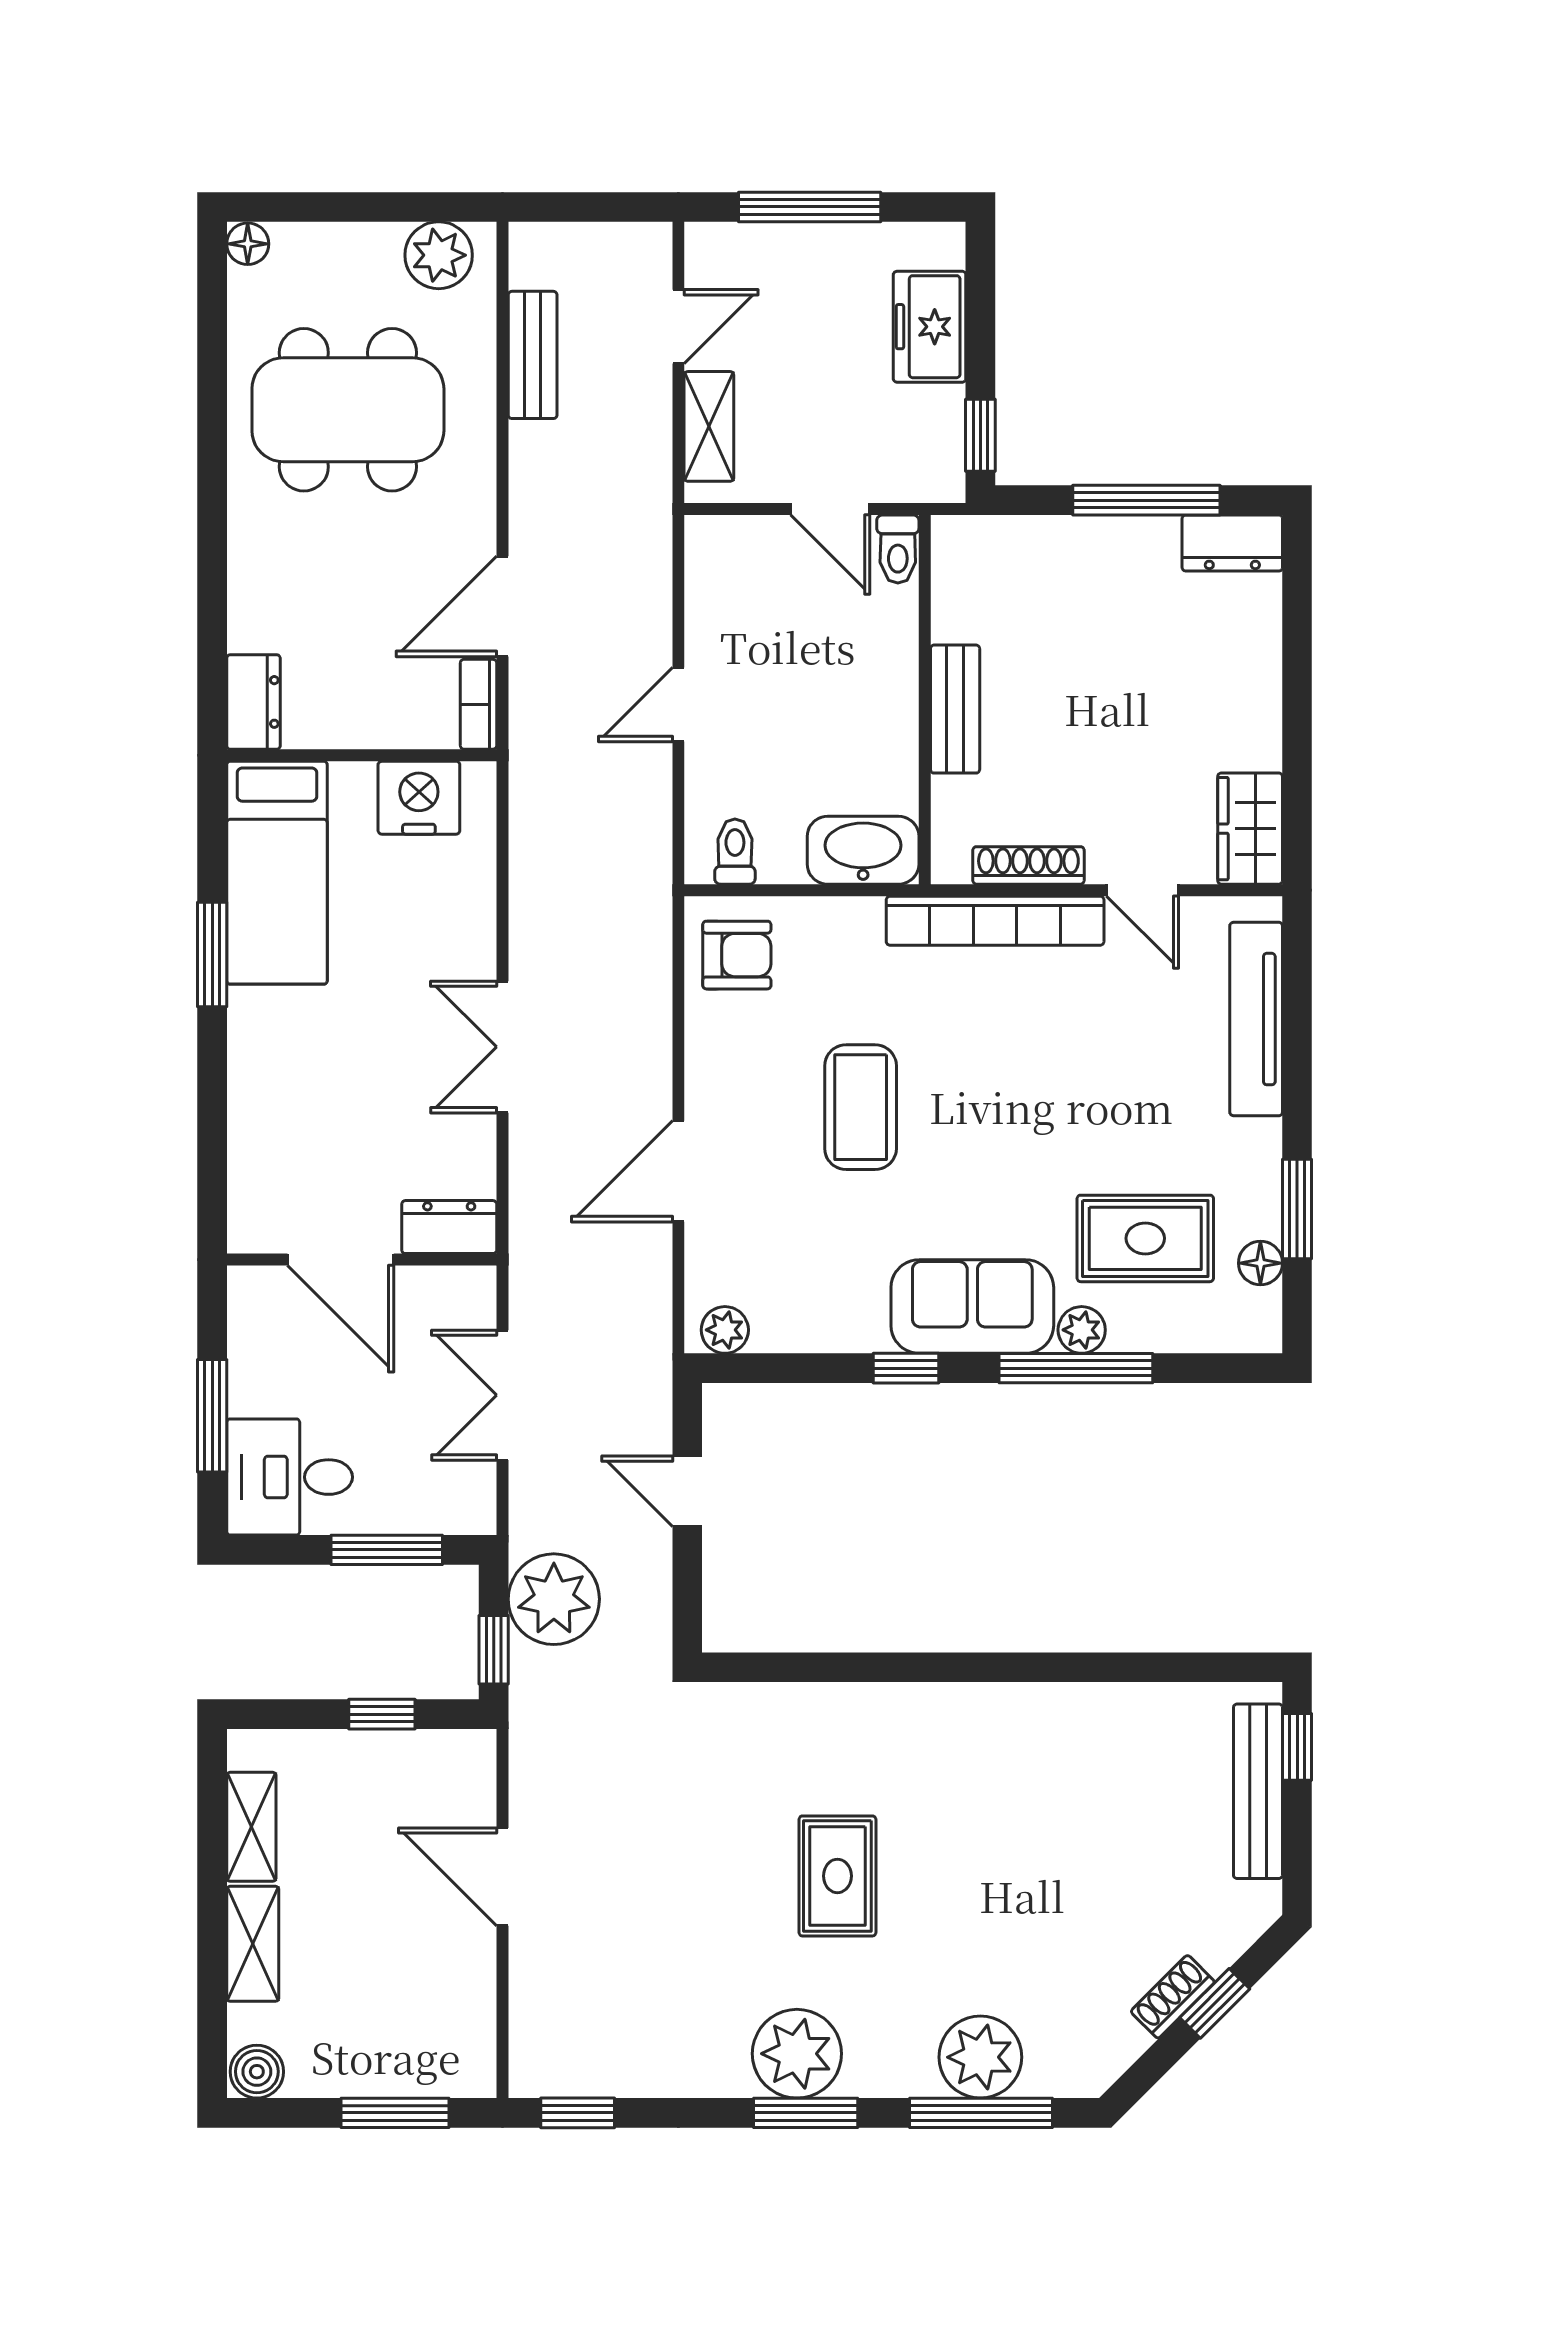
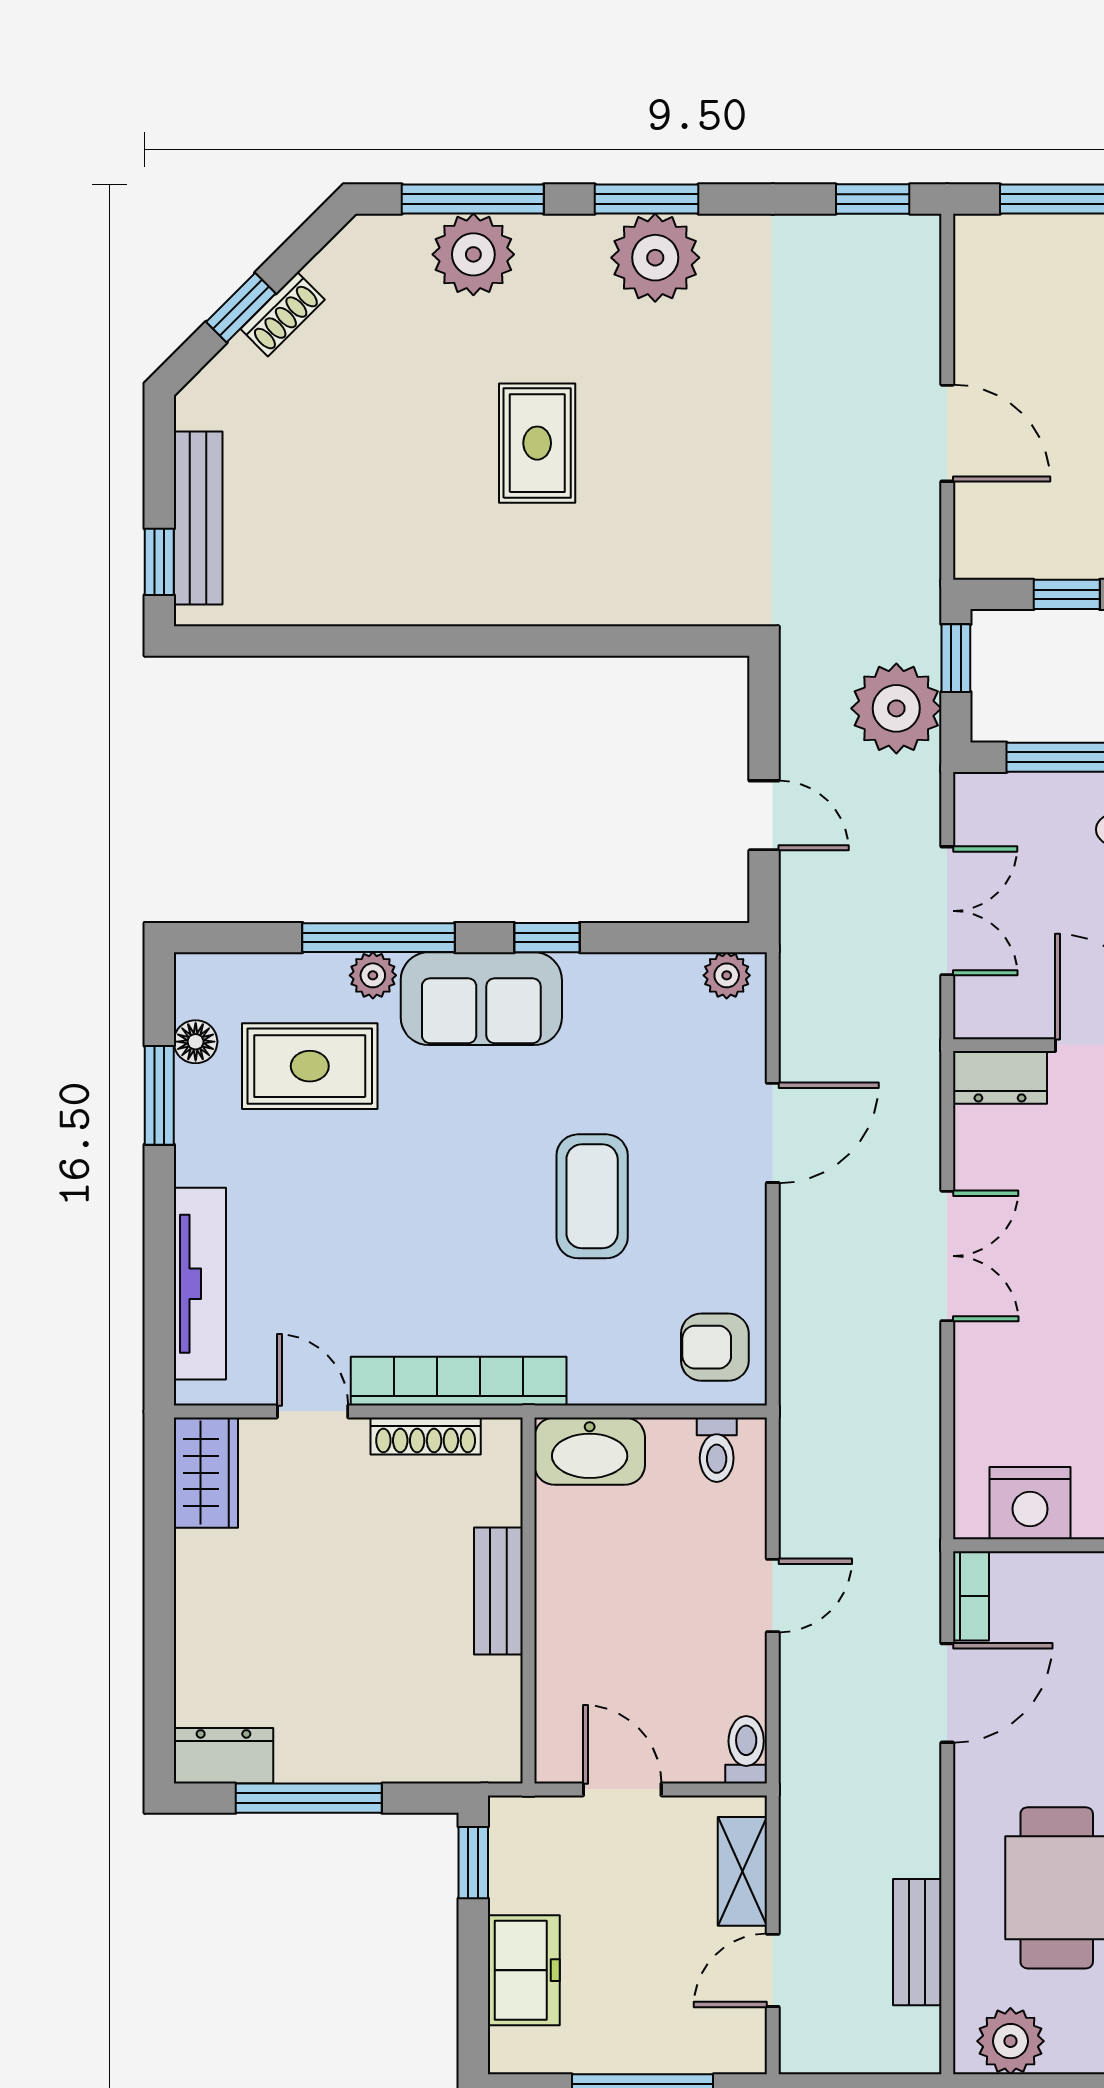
toilet: (898, 549) -> (746, 1750), moved
rug: (837, 1876) -> (537, 443), moved

